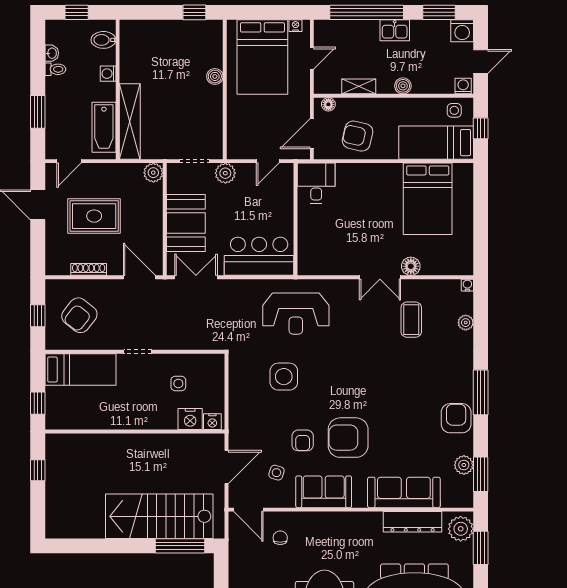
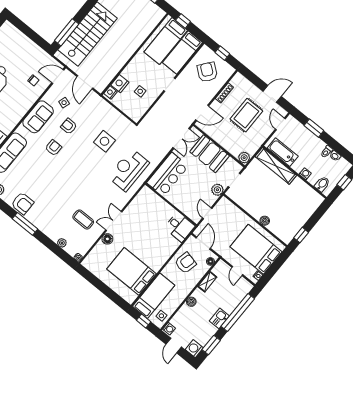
bed: (83, 404) -> (166, 41), added
armchair: (348, 438) -> (53, 148), width x0.53, depth x0.53

